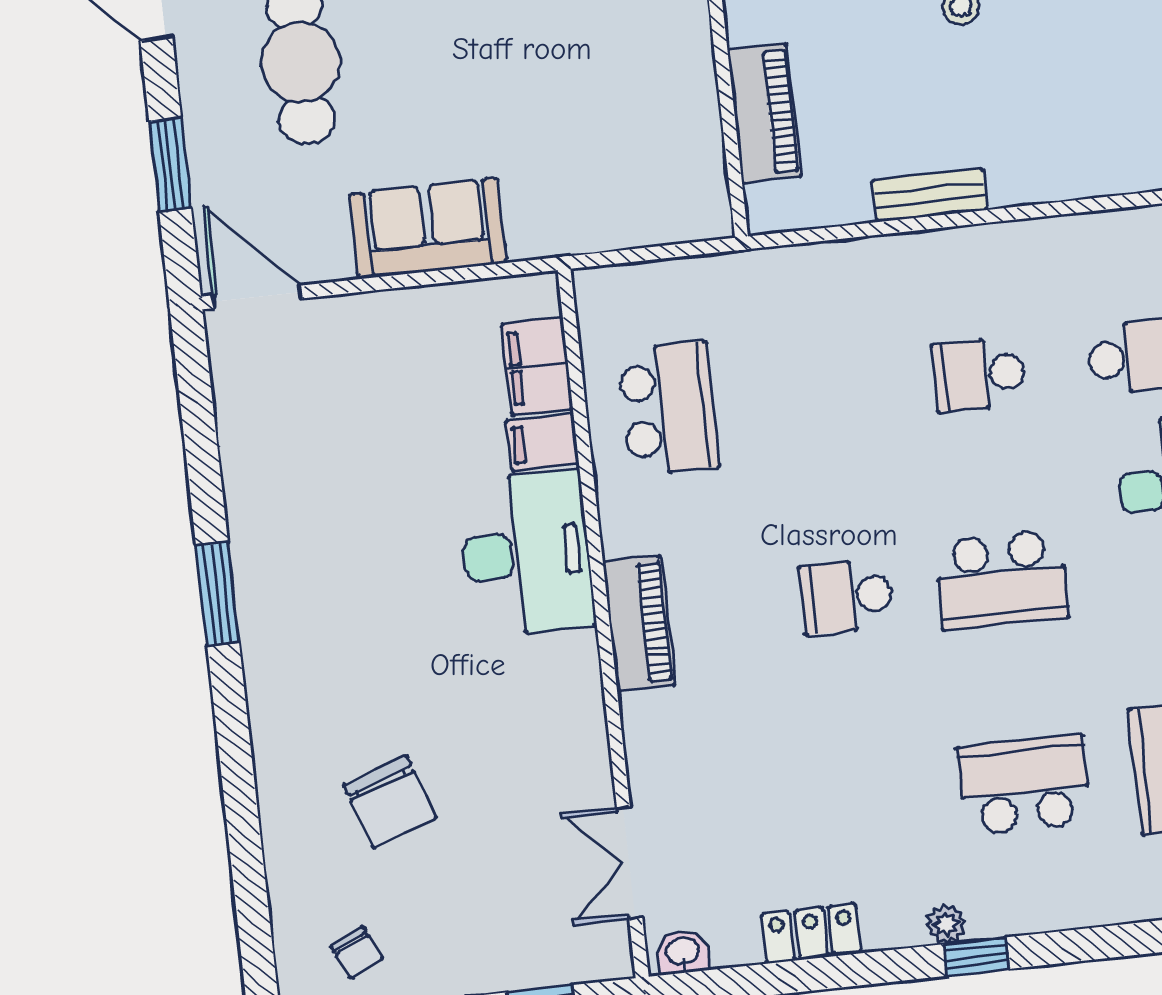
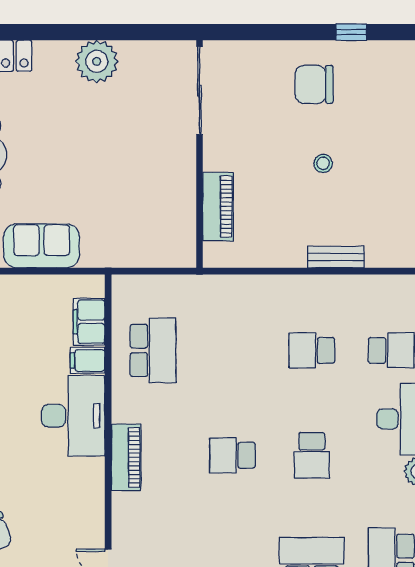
bench: (929, 195) -> (336, 257), moved
school desk: (1002, 579) -> (312, 455), width x0.54

